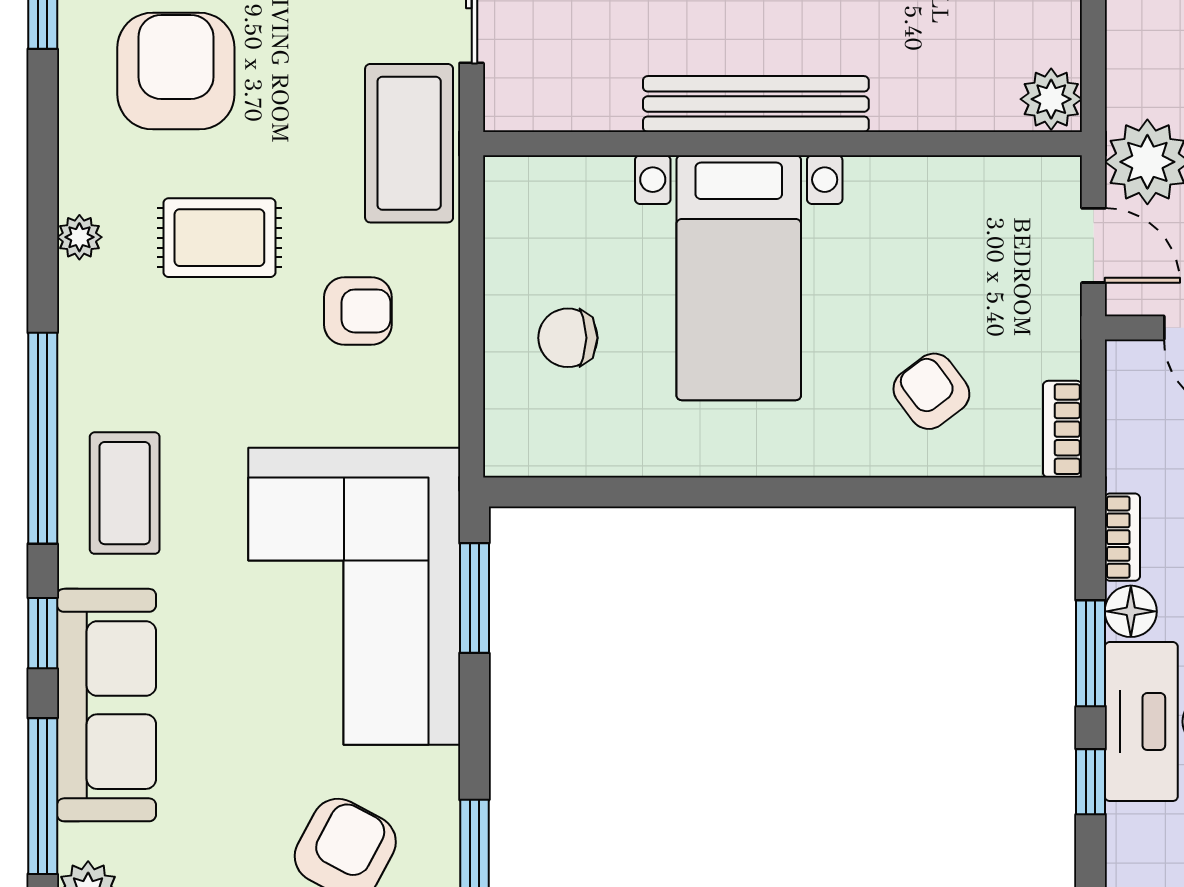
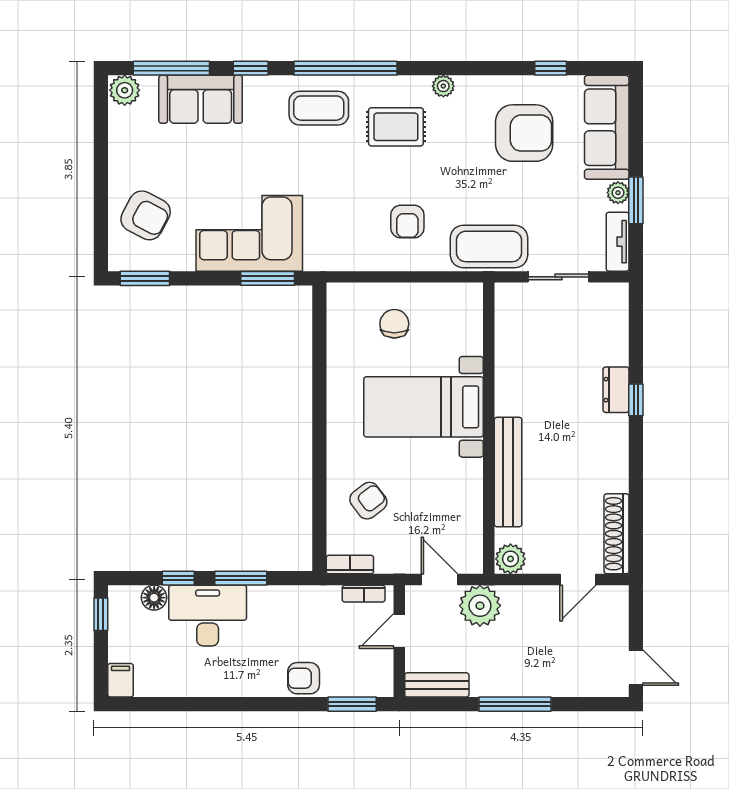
bench: (756, 104) -> (508, 472), moved
rug: (219, 238) -> (396, 127), moved, turned 90
door: (1093, 245) -> (439, 579), swing flipped
bookcase: (1122, 537) -> (364, 594), moved
corner sofa: (354, 596) -> (249, 233), width x0.73, depth x0.74
floor lamp: (1131, 611) -> (154, 598), moved
sofa: (107, 705) -> (201, 99), width x0.73

